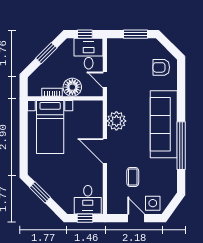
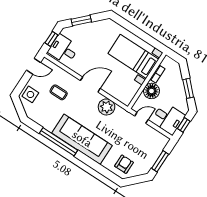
window: (40, 192) -> (81, 20), moved
door: (136, 218) -> (34, 66), moved

